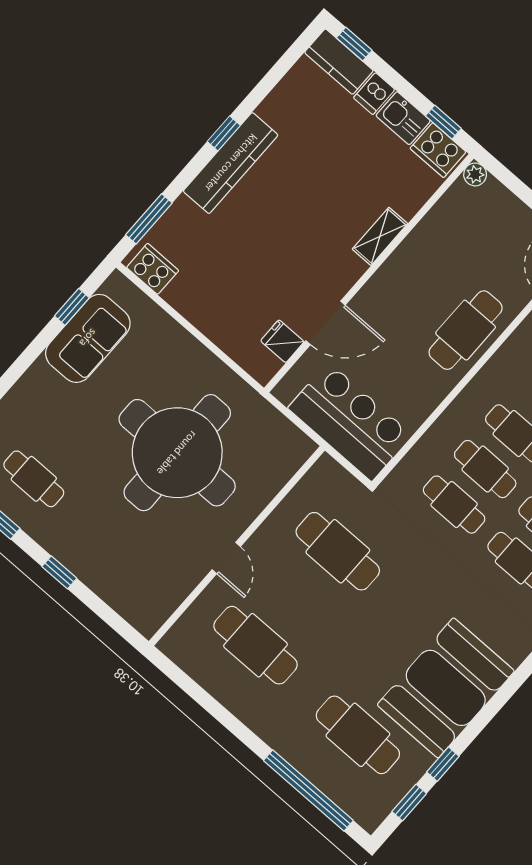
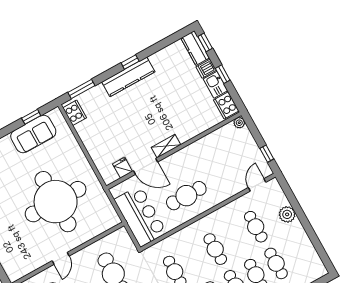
window: (443, 122) -> (223, 74), moved
shelving: (380, 236) -> (166, 146), moved
cafe table: (466, 330) -> (186, 196), moved
cafe table: (485, 469) -> (195, 260), removed

